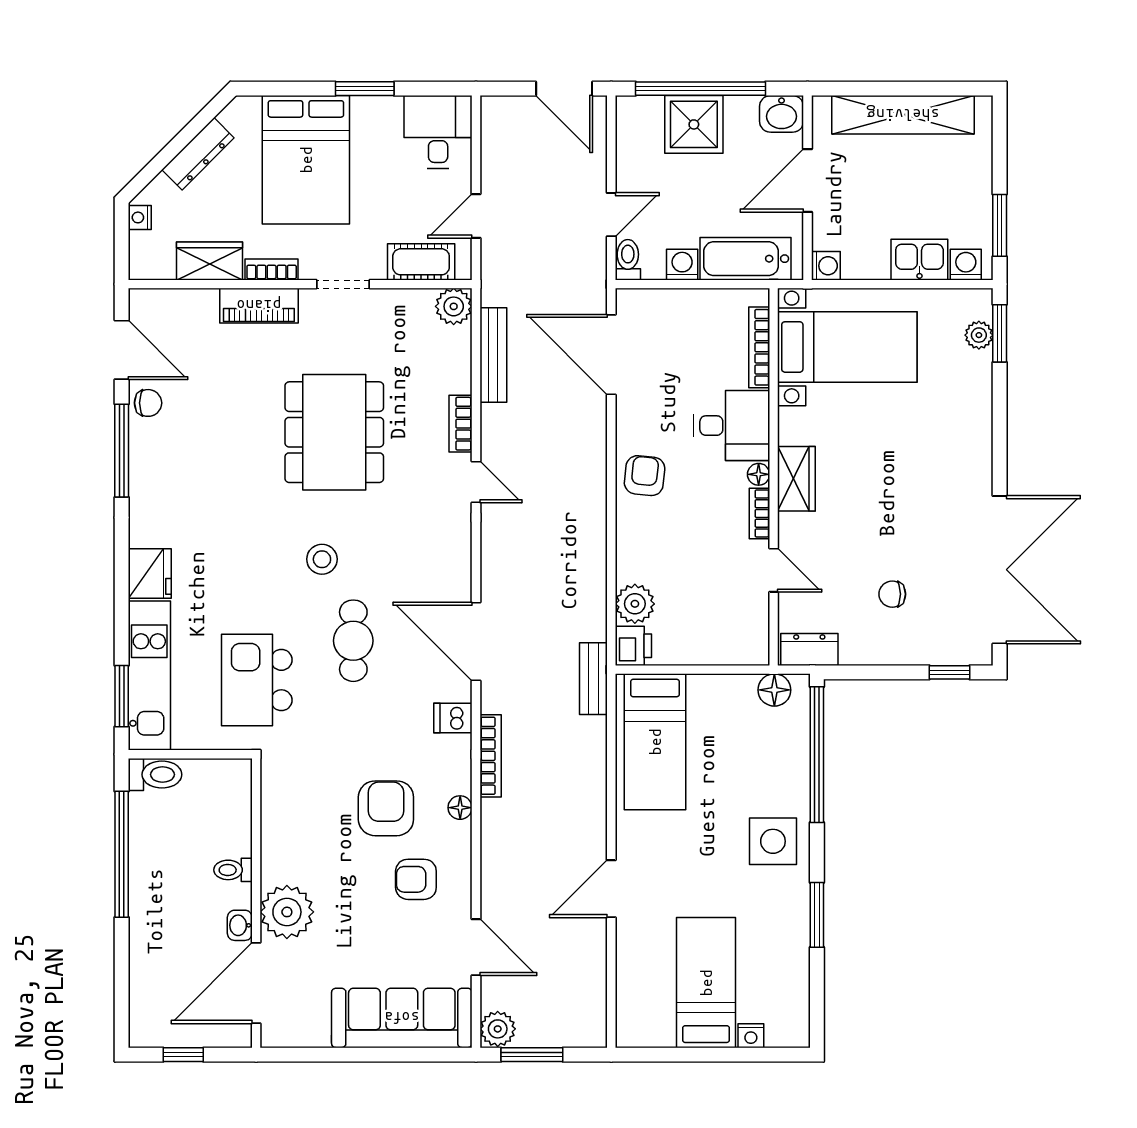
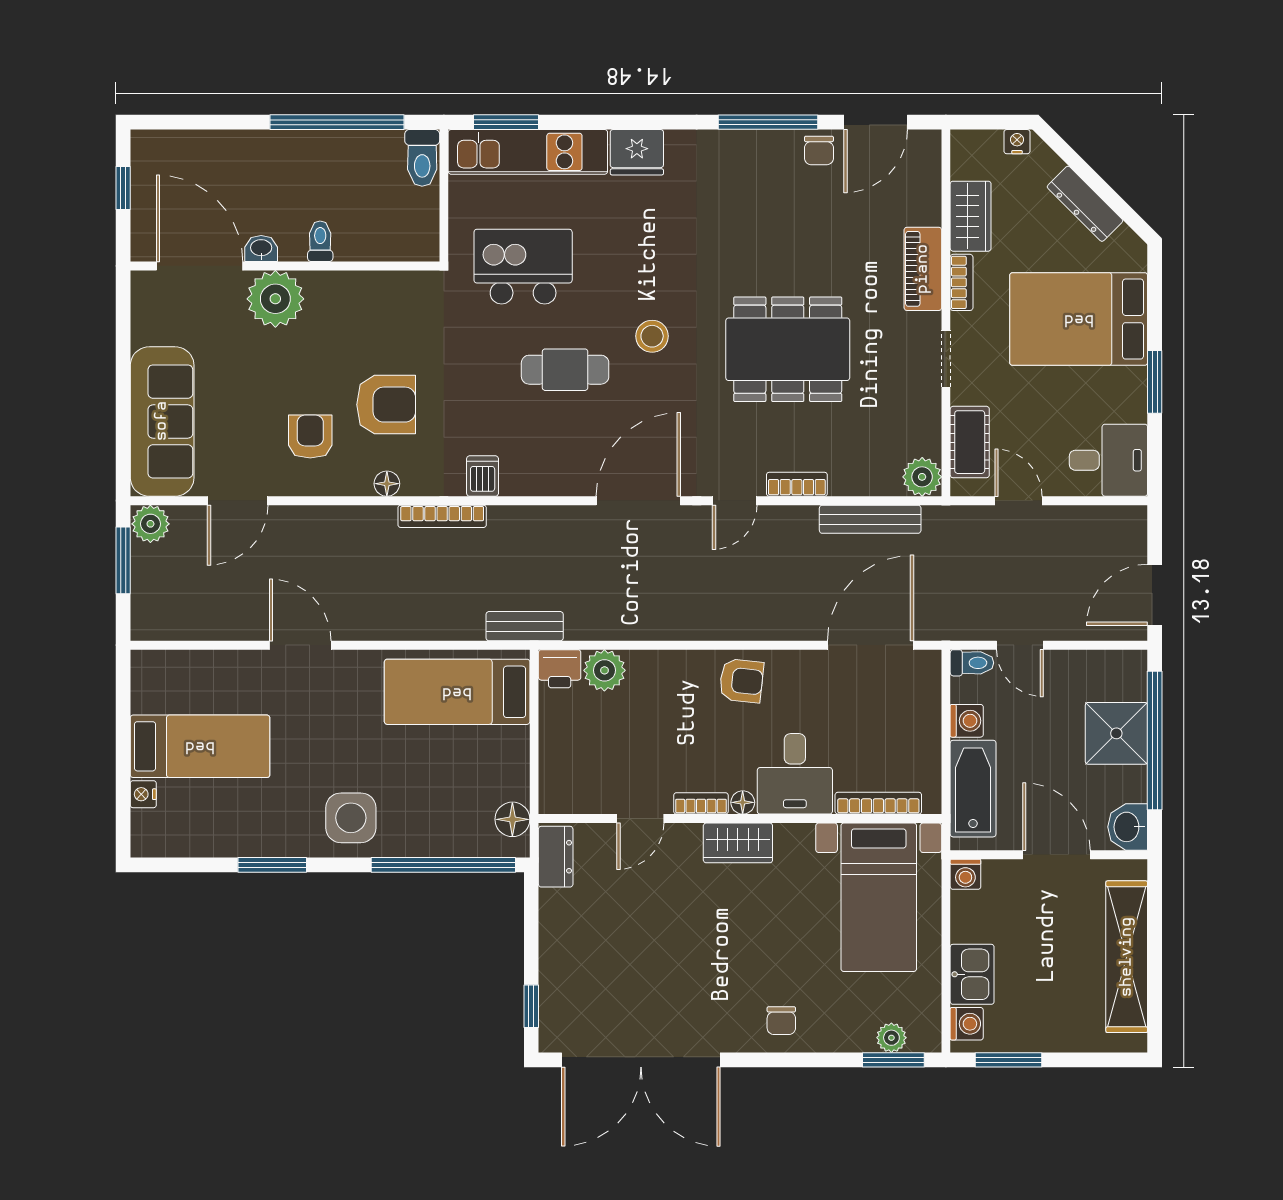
chair: (892, 594) -> (781, 1021), moved, turned 180
door: (476, 642) -> (638, 501), moved

